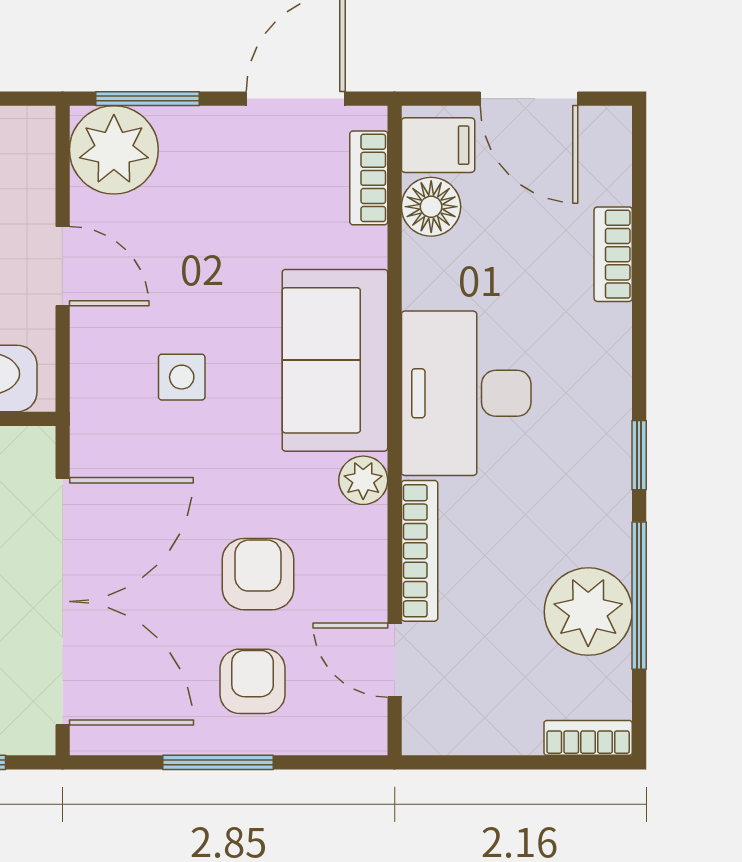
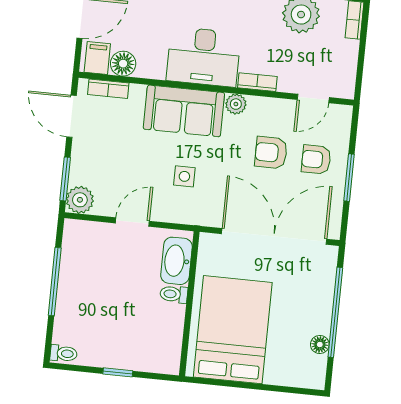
plant: (114, 150) -> (80, 200), width x0.73, depth x0.73
bookcase: (420, 551) -> (257, 82), width x0.64

